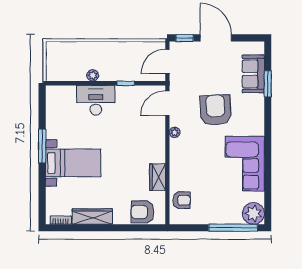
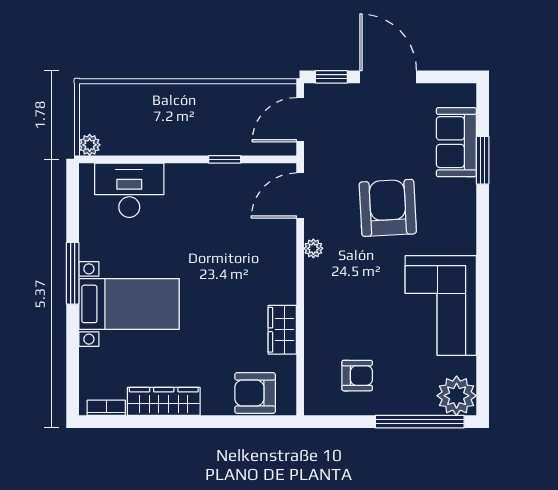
plant: (93, 75) -> (90, 145), moved
desk: (96, 100) -> (129, 190), moved
armchair: (181, 200) -> (357, 376), moved

